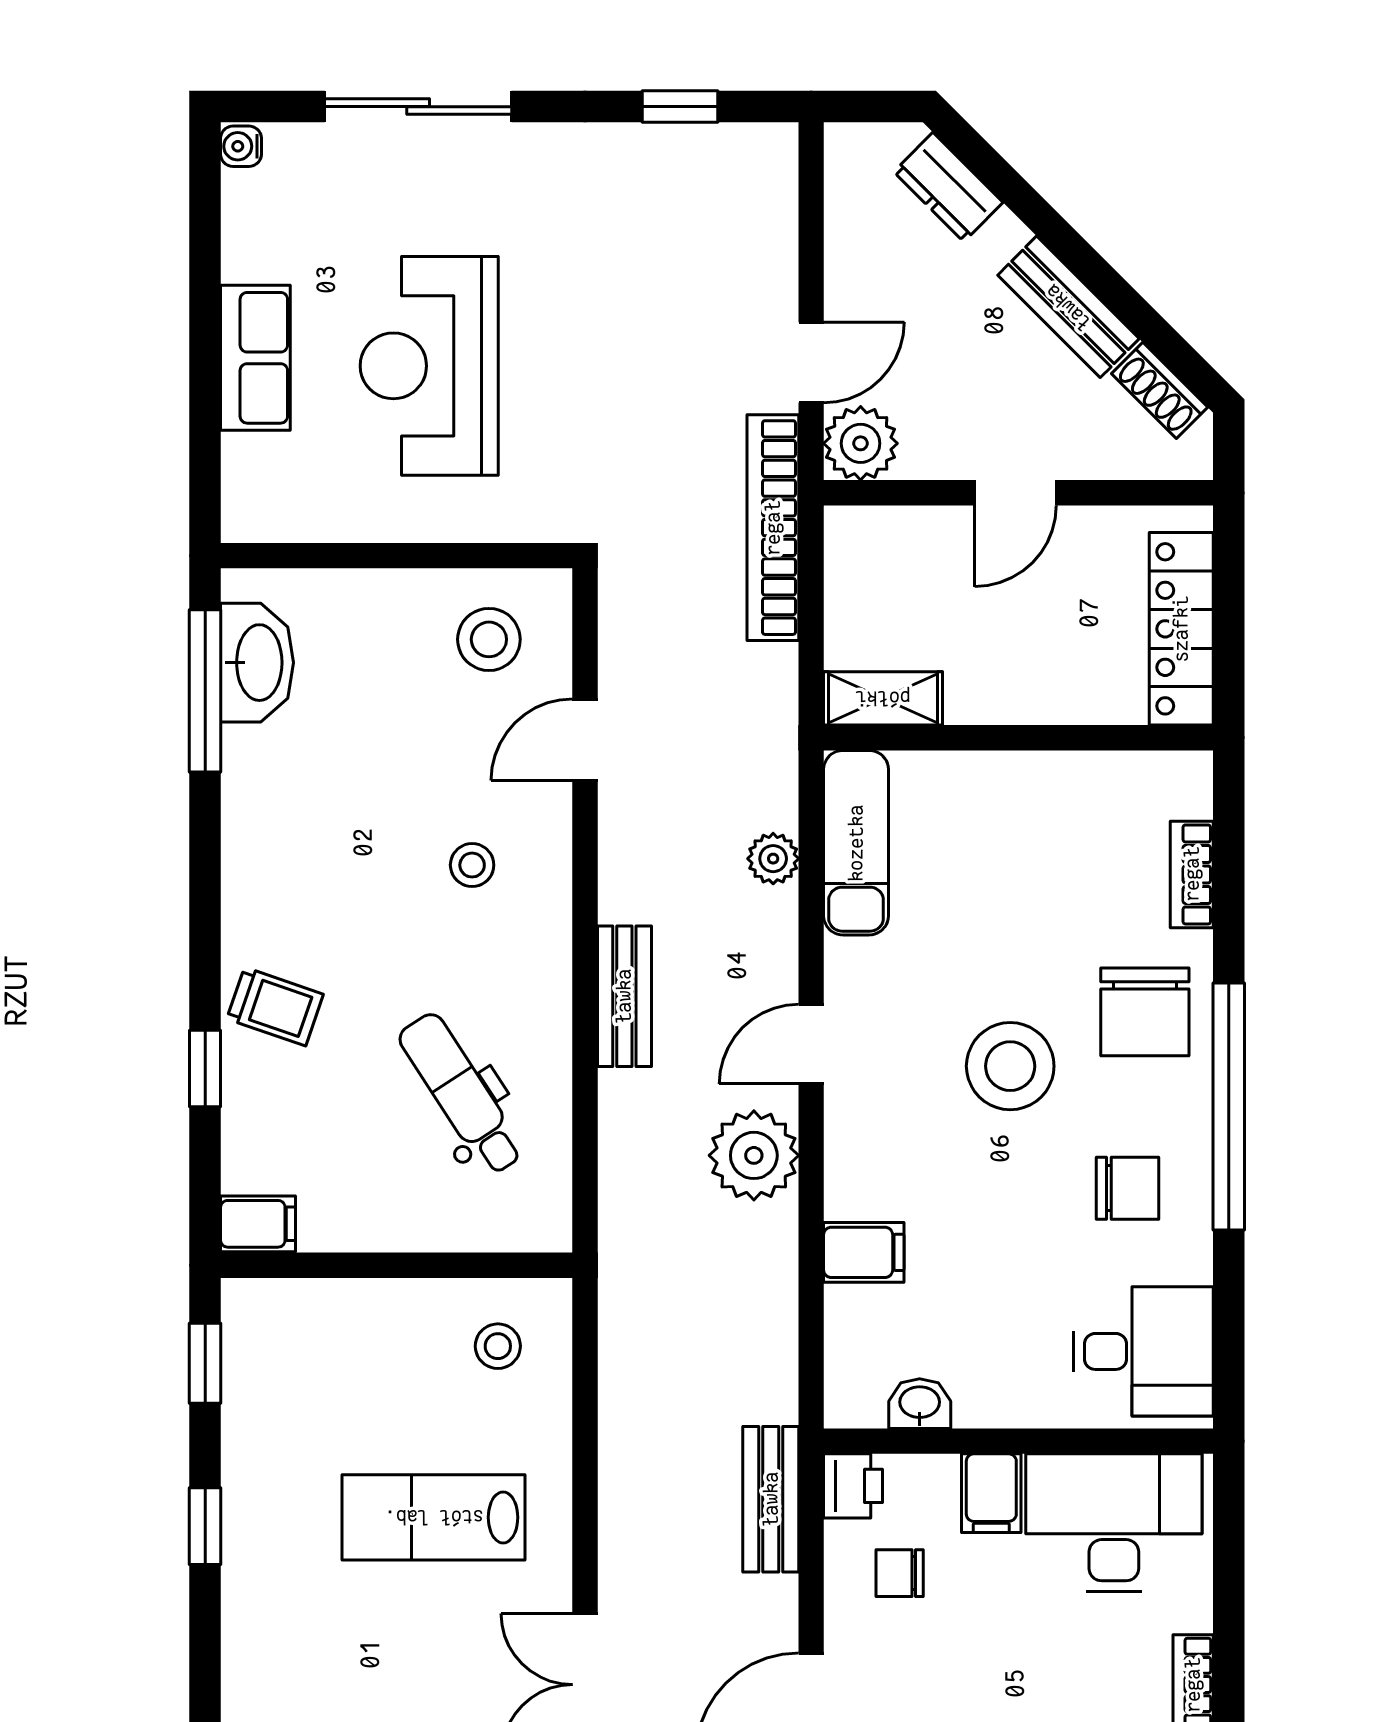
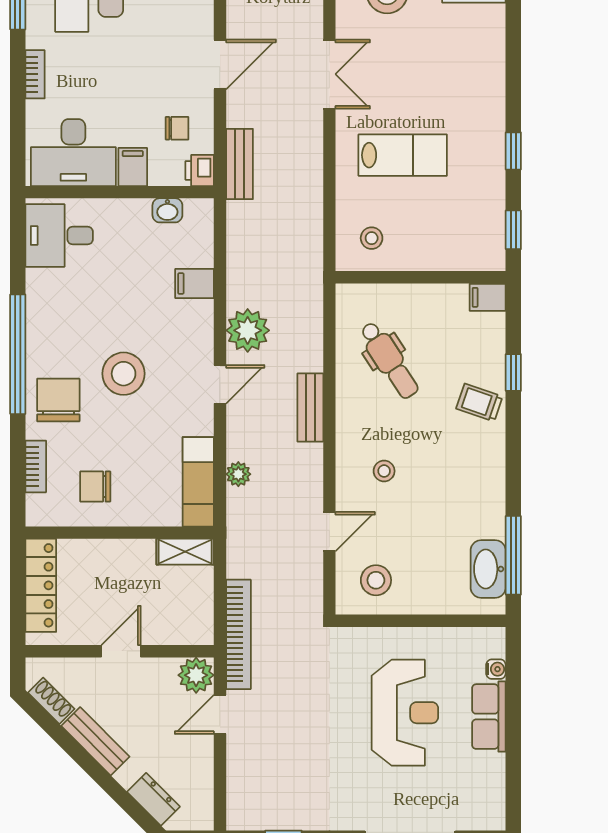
water cooler: (241, 146) -> (496, 669), moved
chair: (1128, 1188) -> (95, 486), moved

